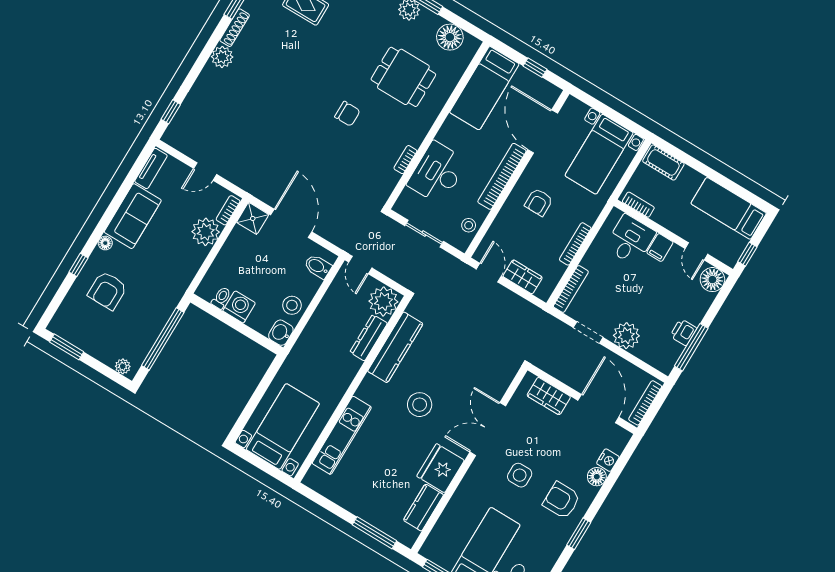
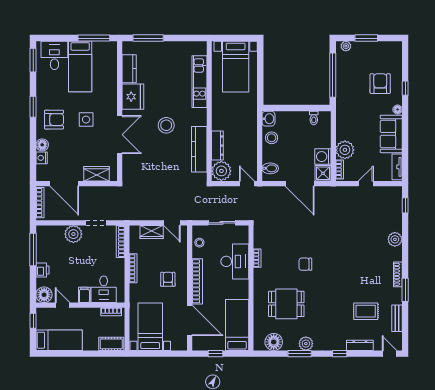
plant: (222, 57) -> (395, 239), moved
washing machine: (239, 307) -> (323, 157), moved, turned 90
printer: (683, 332) -> (43, 270), moved
window: (67, 347) -> (366, 38), moved

